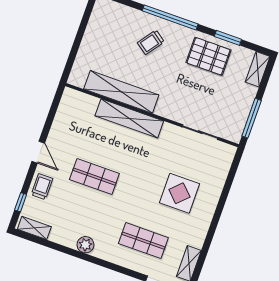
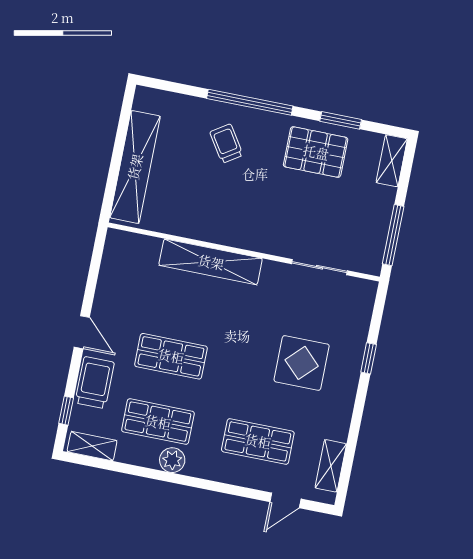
trolley: (151, 42) -> (226, 144), turned 111
shelving: (121, 92) -> (135, 167), moved, turned 90
trolley: (42, 187) -> (95, 383), width x1.36, depth x1.39
window: (224, 197) -> (369, 358), added
shop shelf: (80, 218) -> (158, 422), added

